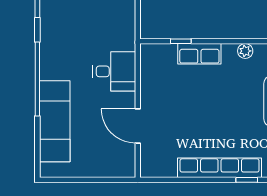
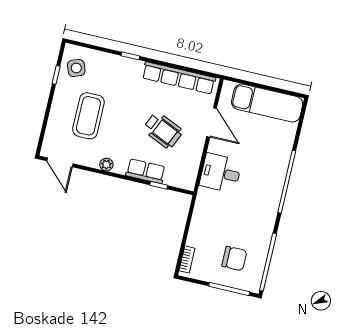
wheelchair: (191, 104) -> (163, 130), added
exam couch: (55, 121) -> (267, 103), moved, turned -90
row of seats: (220, 168) -> (179, 78), moved

